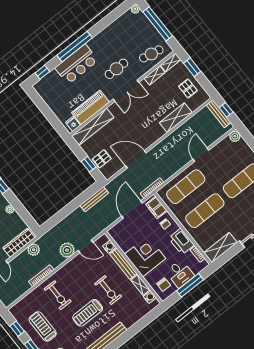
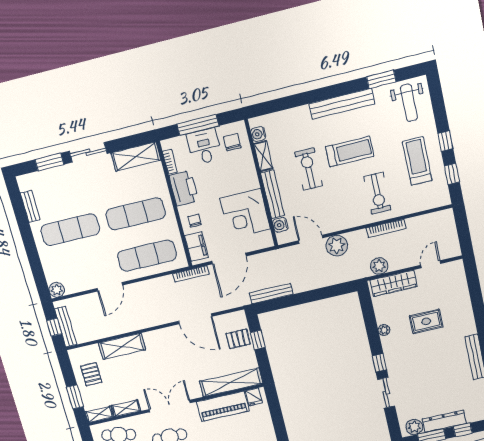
corner desk: (145, 256) -> (245, 214), moved
exercise bike: (58, 295) -> (377, 193), turned 180
treadmill: (43, 326) -> (417, 161), turned 180

